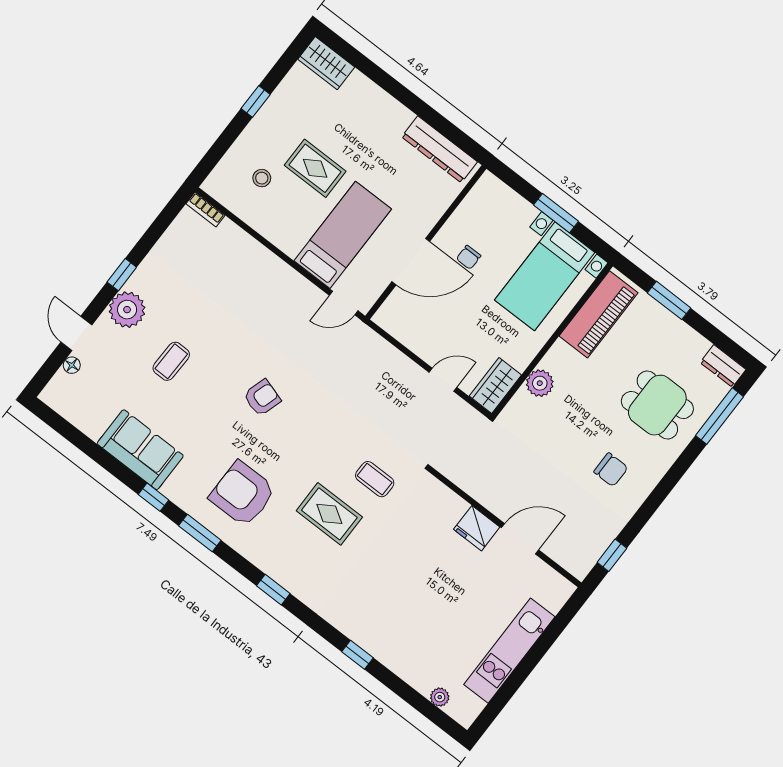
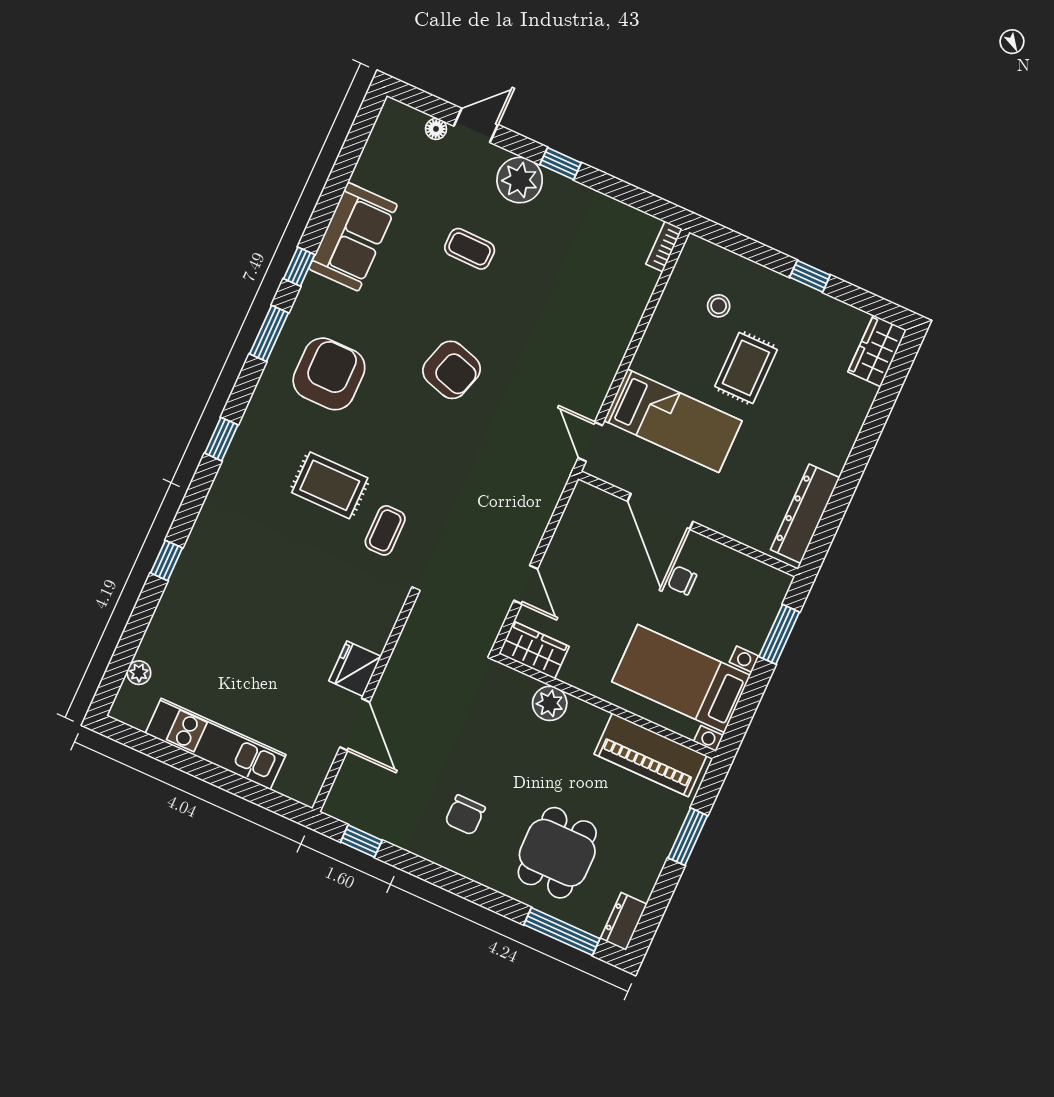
window: (556, 213) -> (779, 634), moved
armchair: (262, 398) -> (452, 370), width x1.38, depth x1.38
rug: (329, 514) -> (330, 485), turned 90

